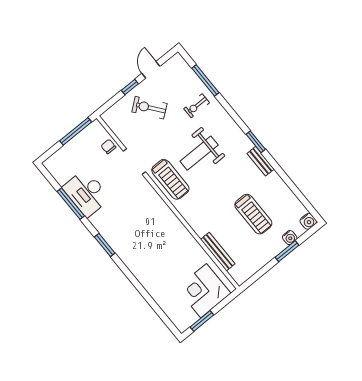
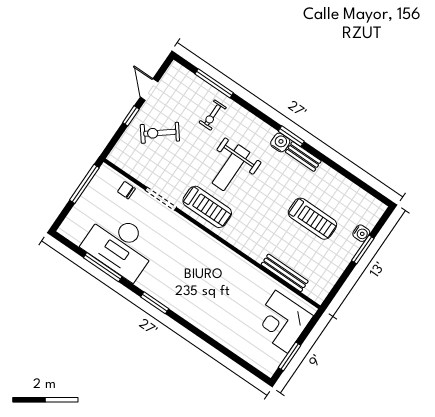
desk: (86, 193) -> (120, 245), width x1.36, depth x1.30
water cooler: (308, 221) -> (280, 142), moved, turned -90

